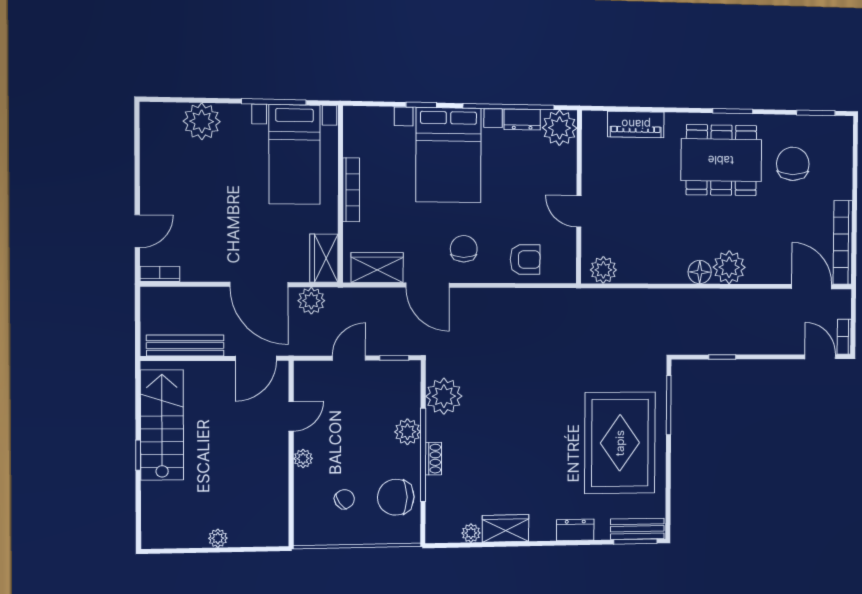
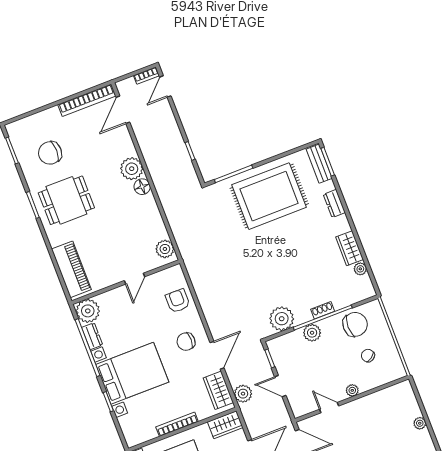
piano: (636, 124) -> (71, 269), width x1.37, depth x1.33
dining table: (721, 160) -> (66, 200), width x0.73
plant: (311, 301) -> (243, 394), moved
chair: (396, 497) -> (355, 324), turned -90

